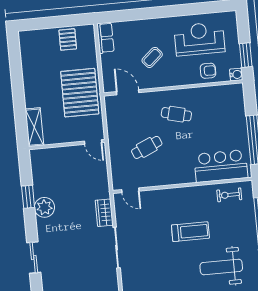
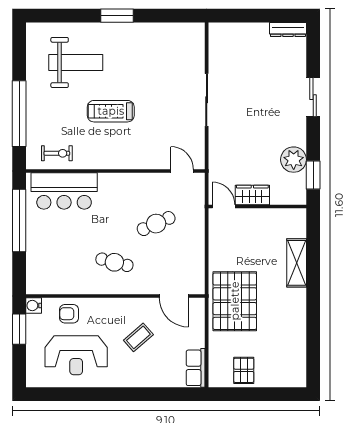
door: (93, 142) -> (224, 206), moved
wall: (67, 144) -> (257, 206), moved
wardrobe: (104, 213) -> (252, 195), moved, turned -90

